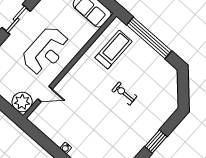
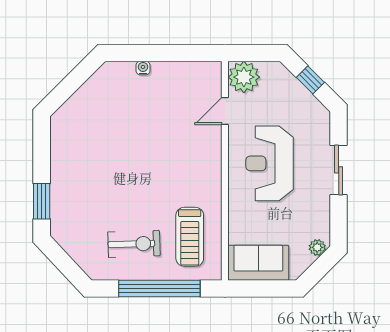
exercise bike: (124, 93) -> (134, 244), moved, width x1.38, depth x1.39
window: (156, 141) -> (42, 201), moved

